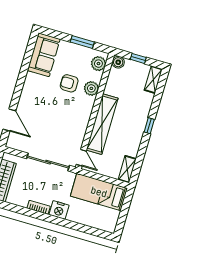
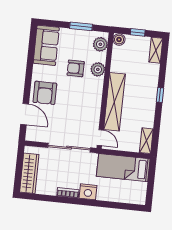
armchair: (34, 102) -> (45, 93), added

